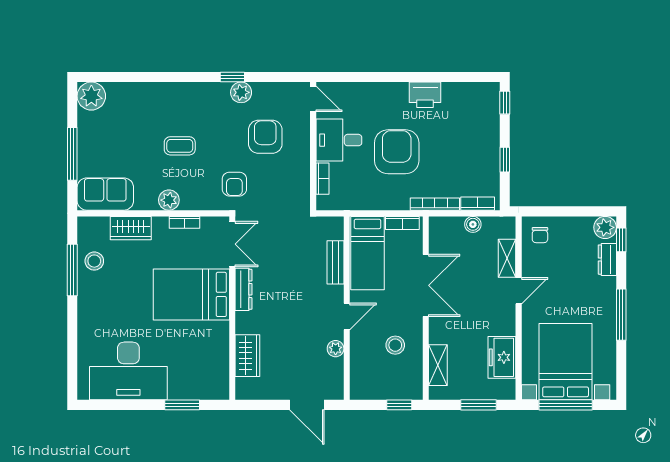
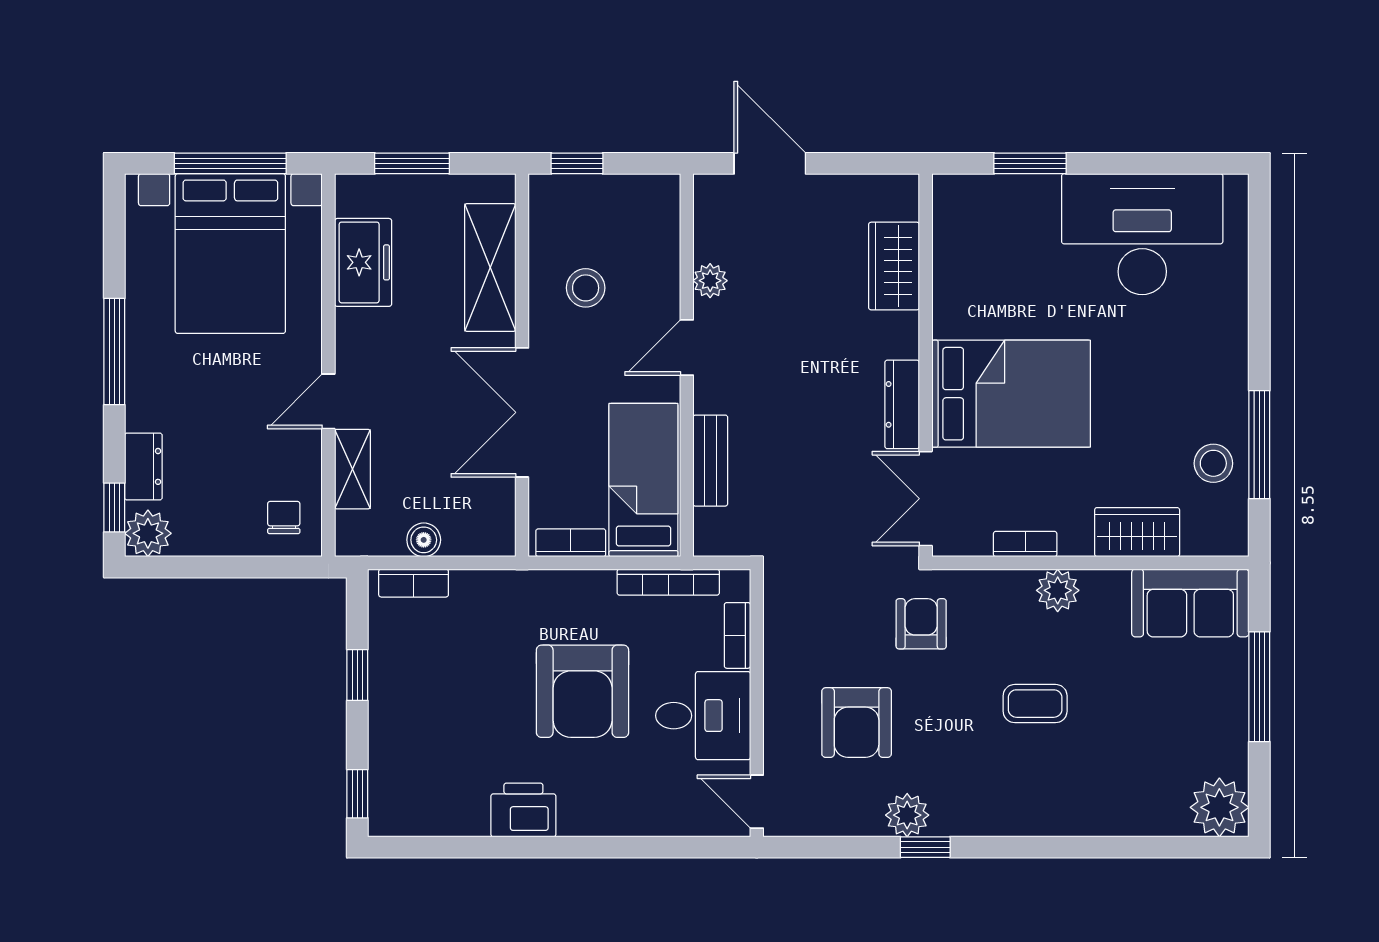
bookcase: (435, 204) -> (668, 582), moved
shelving: (438, 365) -> (490, 268), width x1.50, depth x1.33

